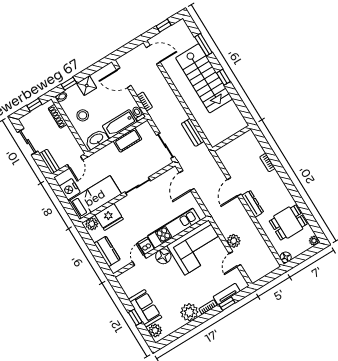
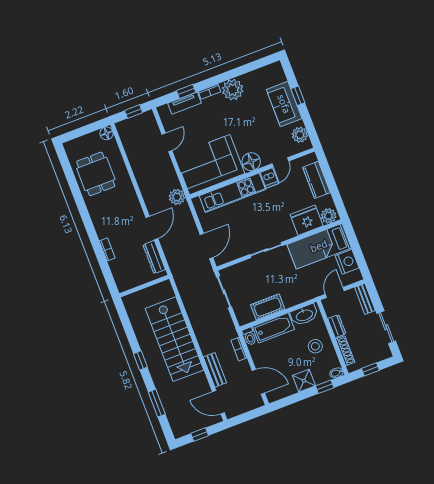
stairs: (204, 78) -> (175, 339), moved, turned 180
bench: (193, 132) -> (215, 370), moved
dresser: (68, 135) -> (337, 326), added
dresser: (253, 204) -> (154, 257), moved
dining table: (288, 223) -> (96, 174), turned 90
plant: (234, 241) -> (177, 197), moved
plant: (314, 241) -> (69, 147), removed
window: (267, 279) -> (134, 112), added
plant: (155, 330) -> (300, 135), moved

